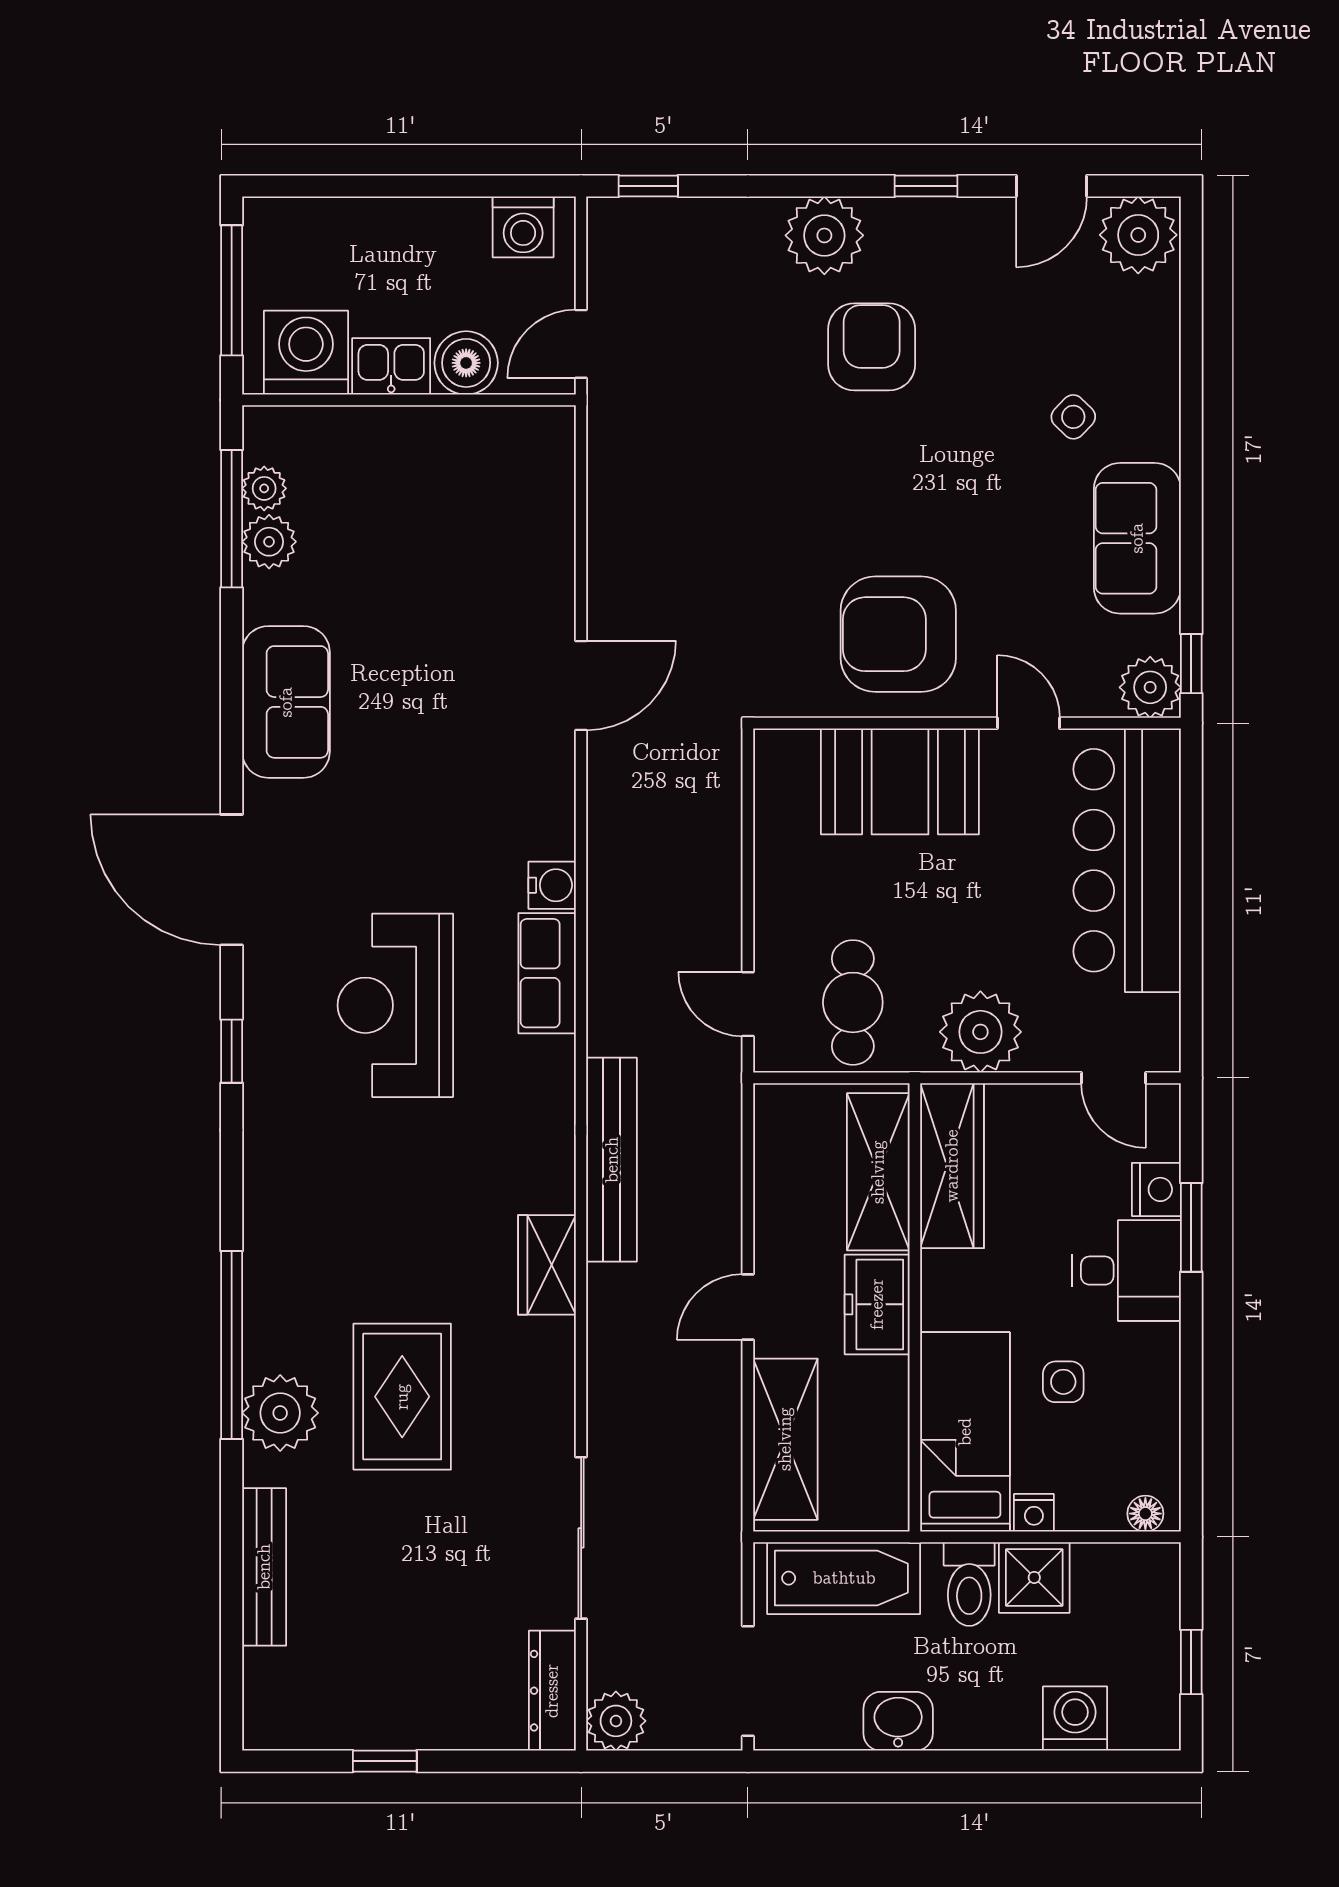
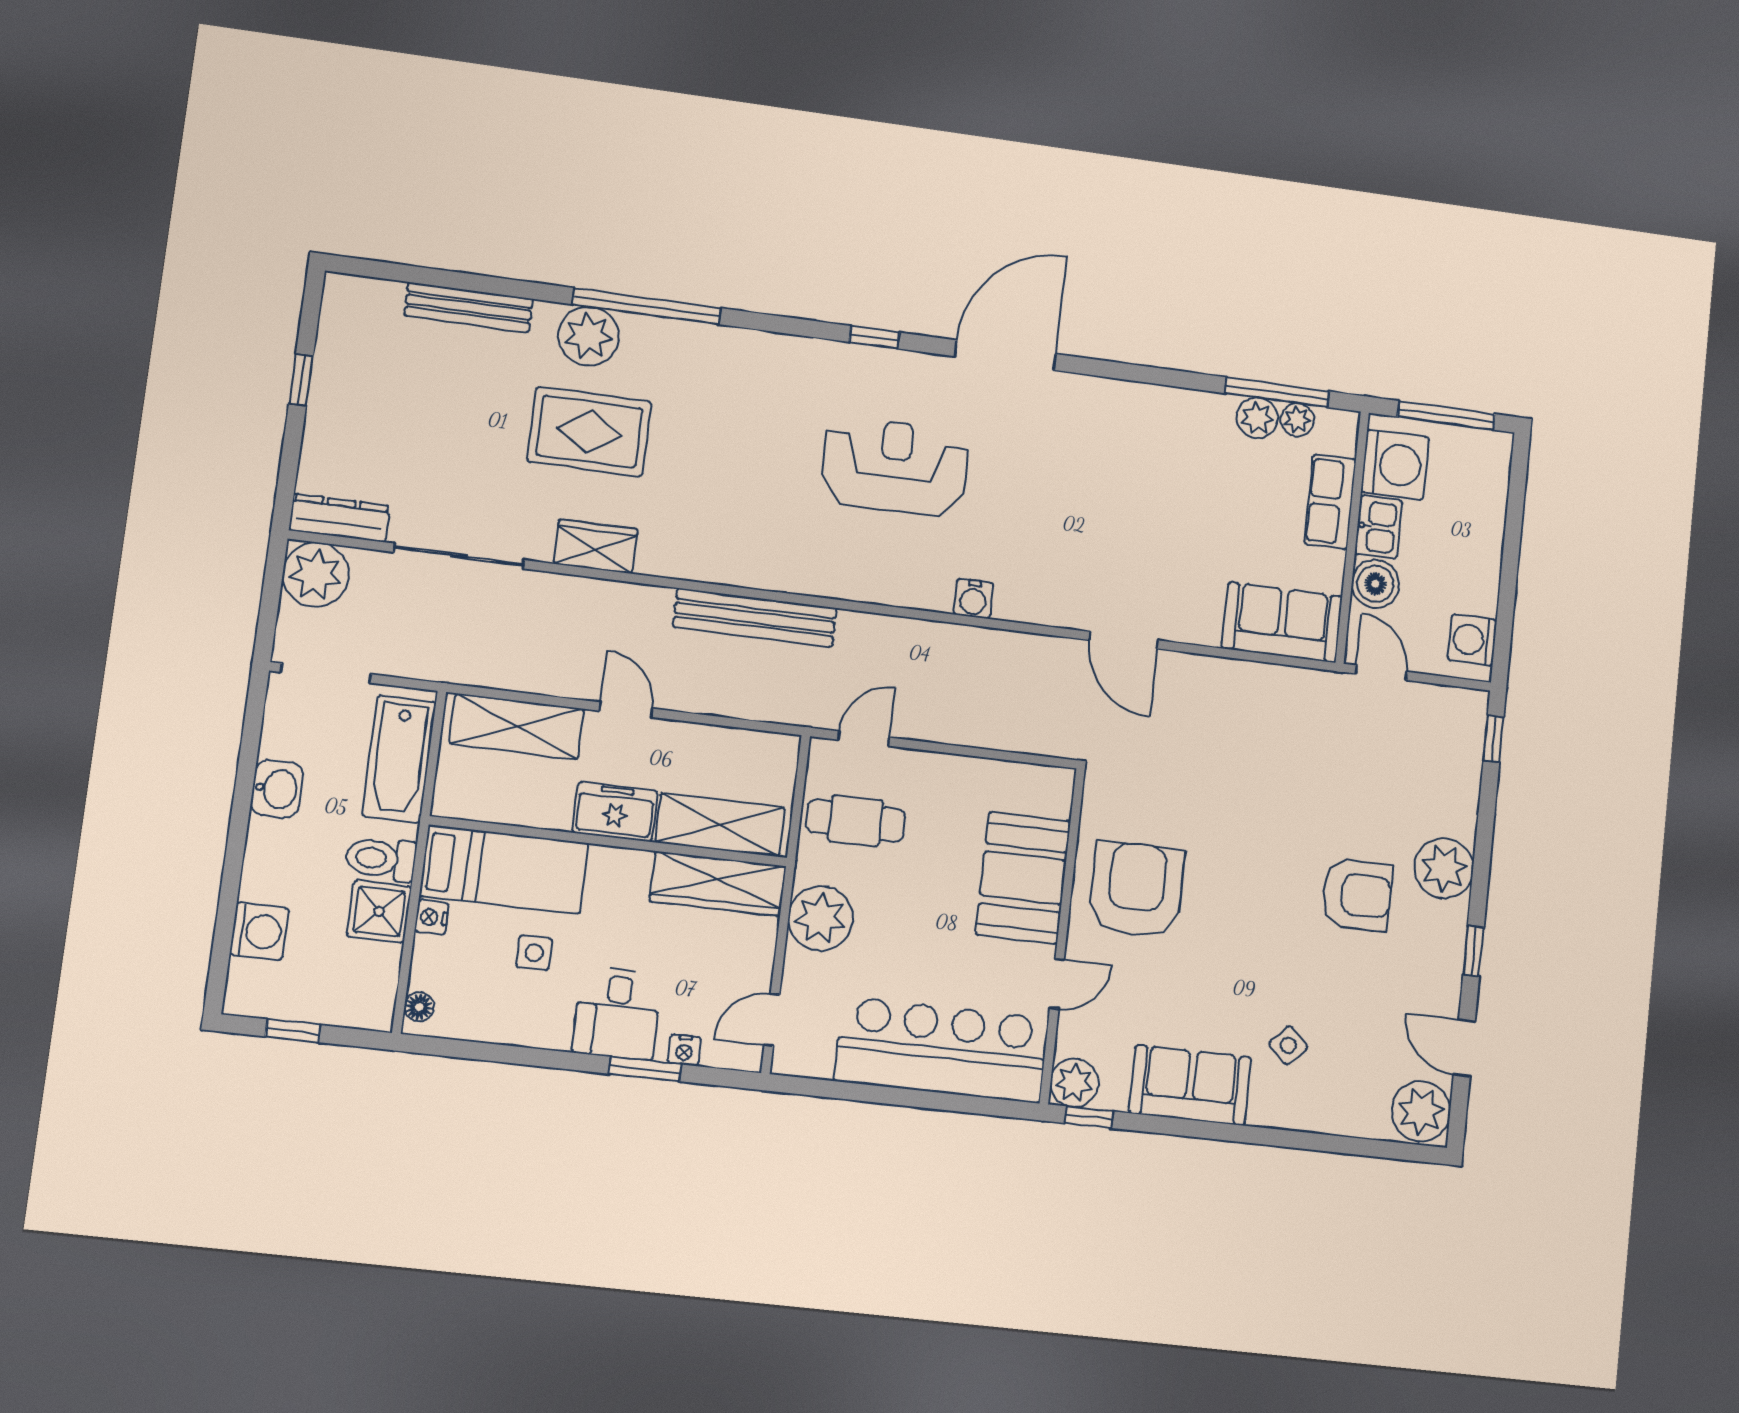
sofa: (286, 702) -> (1282, 622), moved, turned 180
row of seats: (547, 973) -> (1330, 502), moved, turned -90
nightstand: (1156, 1189) -> (684, 1050), width x0.72, depth x0.74
wardrobe: (547, 1265) -> (596, 546), moved
plant: (616, 1721) -> (316, 574), width x1.36, depth x1.36

